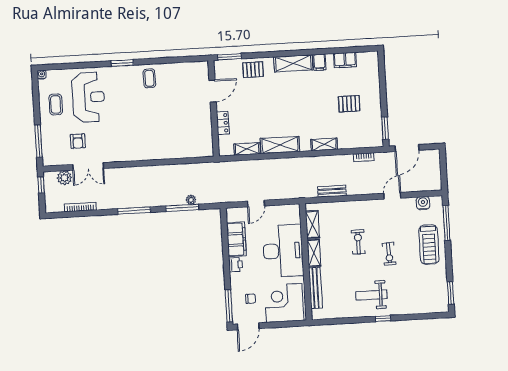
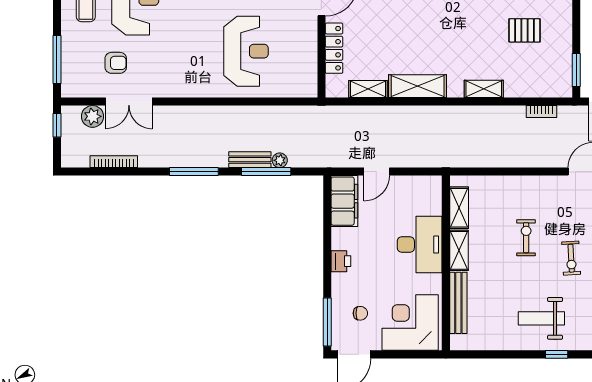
locker: (223, 123) -> (334, 48), width x1.53
reception desk: (164, 128) -> (246, 51), added
armchair: (78, 141) -> (116, 63), turned -90
bench: (332, 191) -> (250, 160), moved
filing cabinet: (236, 239) -> (344, 201), moved
desk: (283, 251) -> (420, 245), width x0.73, depth x0.77

